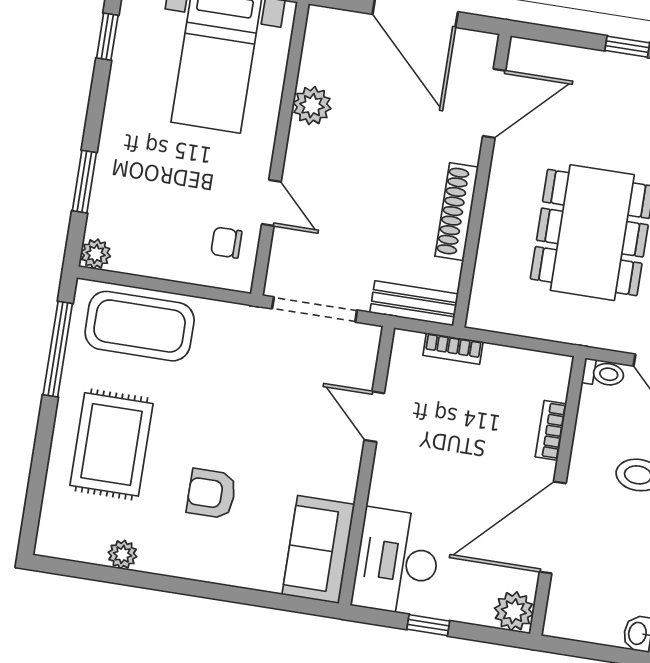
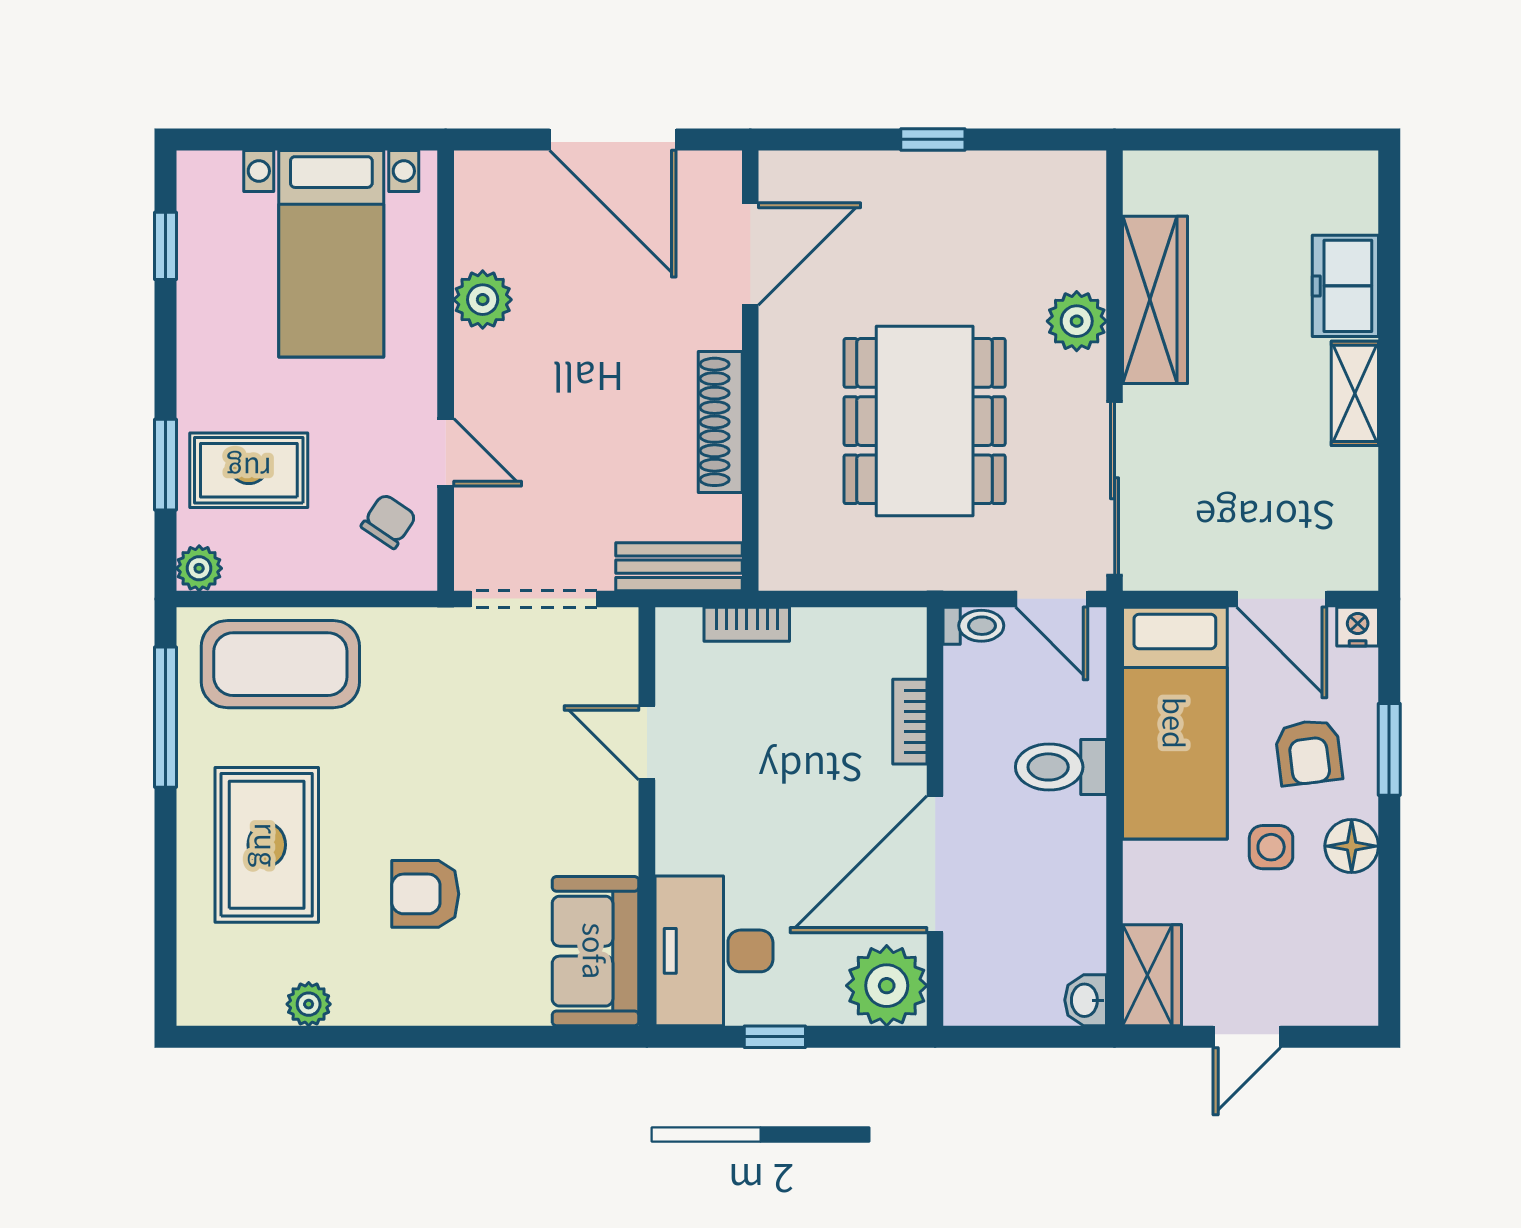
rug: (139, 194) -> (249, 470), added
chair: (226, 243) -> (389, 521), turned 124
plant: (514, 611) -> (887, 986), width x1.36, depth x1.36

